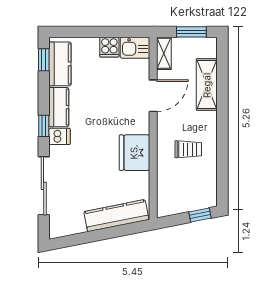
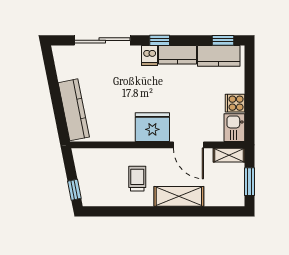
shelving: (207, 85) -> (179, 196), moved
trolley: (188, 149) -> (137, 179), turned 180
fridge: (134, 153) -> (152, 127), moved

